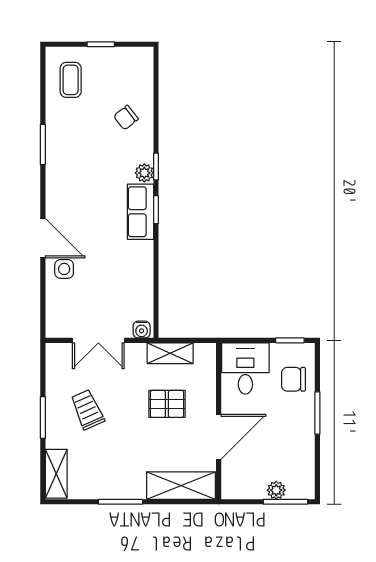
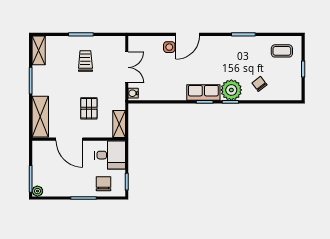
plant: (144, 173) -> (231, 90), width x1.87, depth x1.87
double door: (98, 340) -> (127, 67), swing flipped
shelving: (170, 353) -> (119, 124), moved
trolley: (87, 410) -> (85, 61), turned -66
shelving: (56, 474) -> (39, 50), moved, turned 90
plant: (276, 490) -> (37, 191), moved

